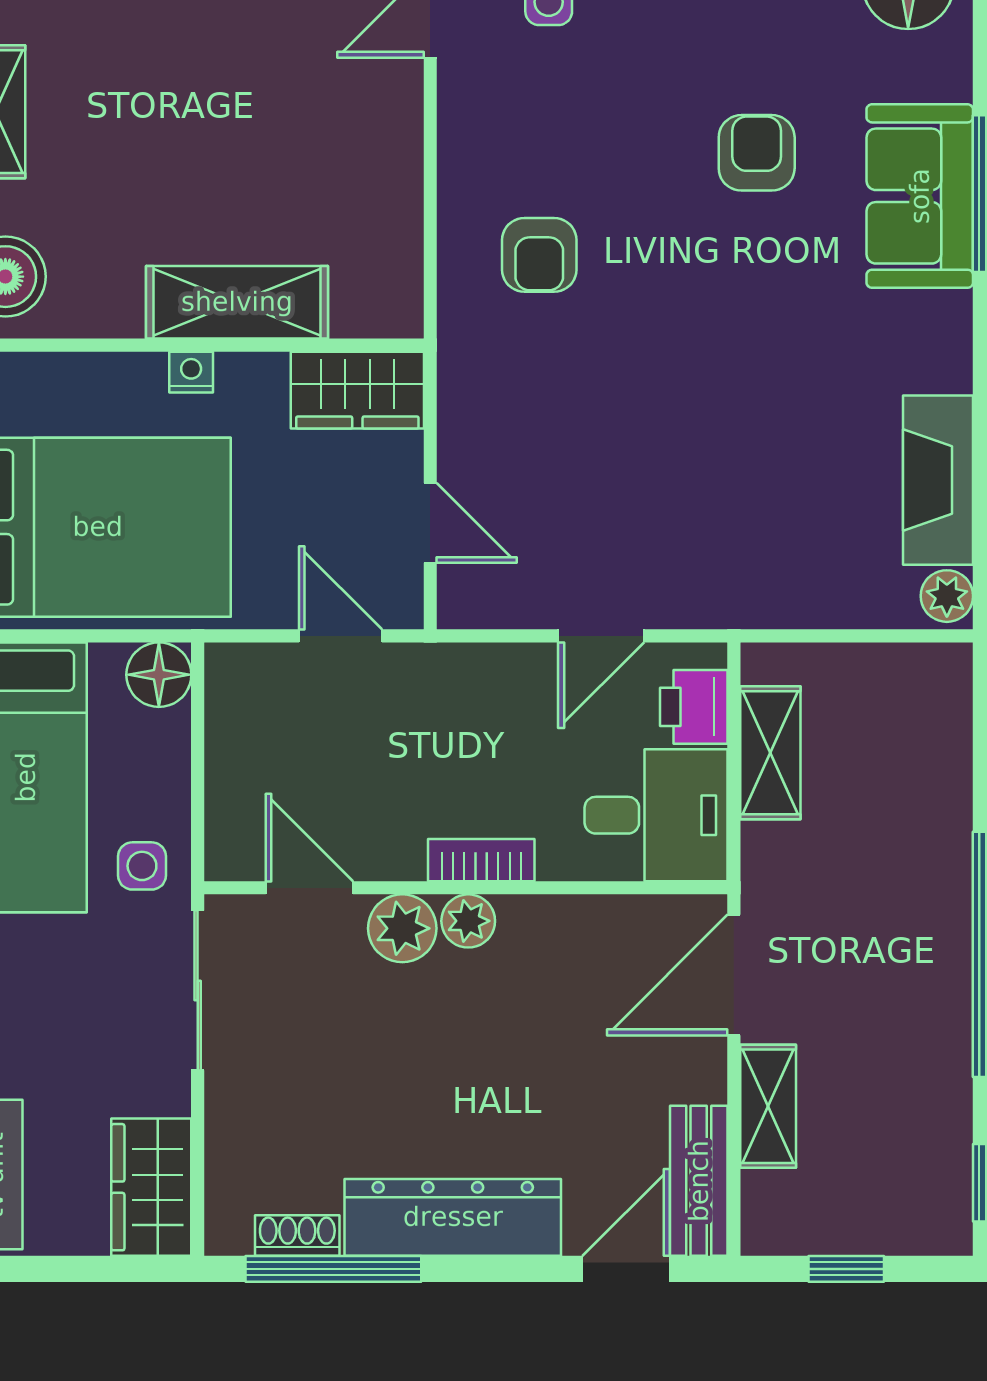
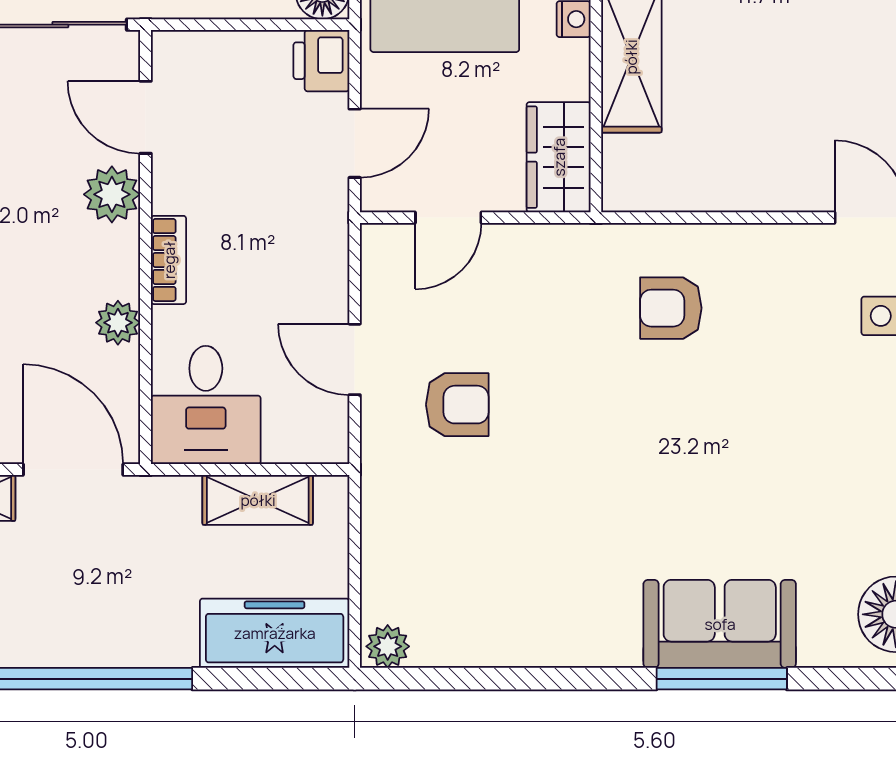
armchair: (757, 153) -> (457, 405), moved
fireplace: (938, 480) -> (484, 639), removed
printer: (694, 707) -> (321, 61), moved, turned -90
freezer: (931, 732) -> (275, 633), added
door: (309, 888) -> (146, 117), swing flipped
plant: (468, 921) -> (118, 323), moved

